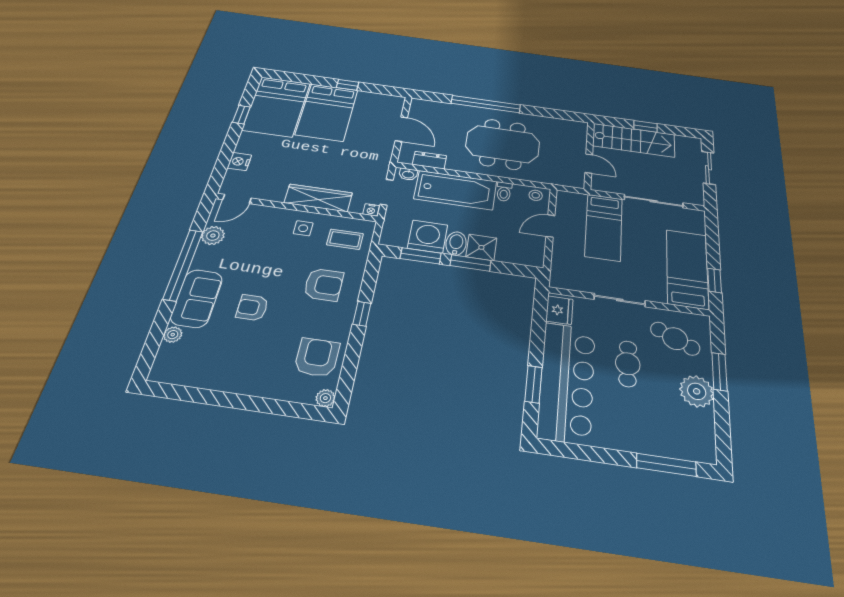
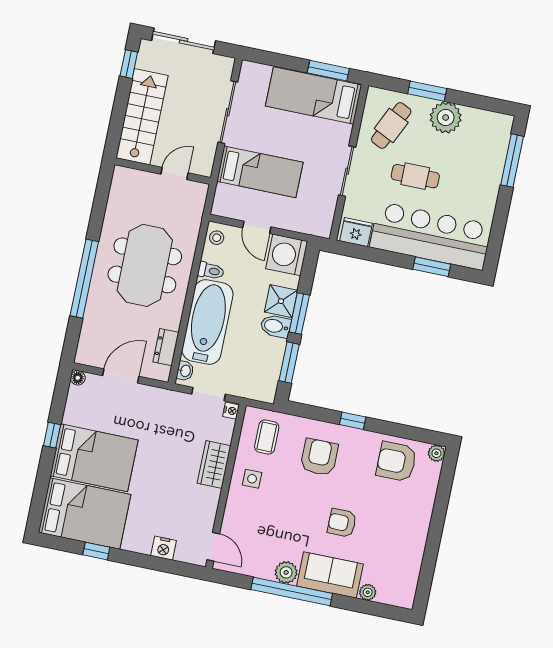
floor lamp: (398, 101) -> (78, 378), added
window: (645, 126) -> (129, 64), moved
sliding door: (709, 168) -> (184, 41), width x1.37
wardrobe: (318, 198) -> (214, 465), width x0.67
plant: (213, 236) -> (286, 572), moved
washing machine: (428, 237) -> (287, 255), moved
window: (715, 280) -> (328, 71), width x1.50
armchair: (252, 308) -> (342, 523), turned 90

